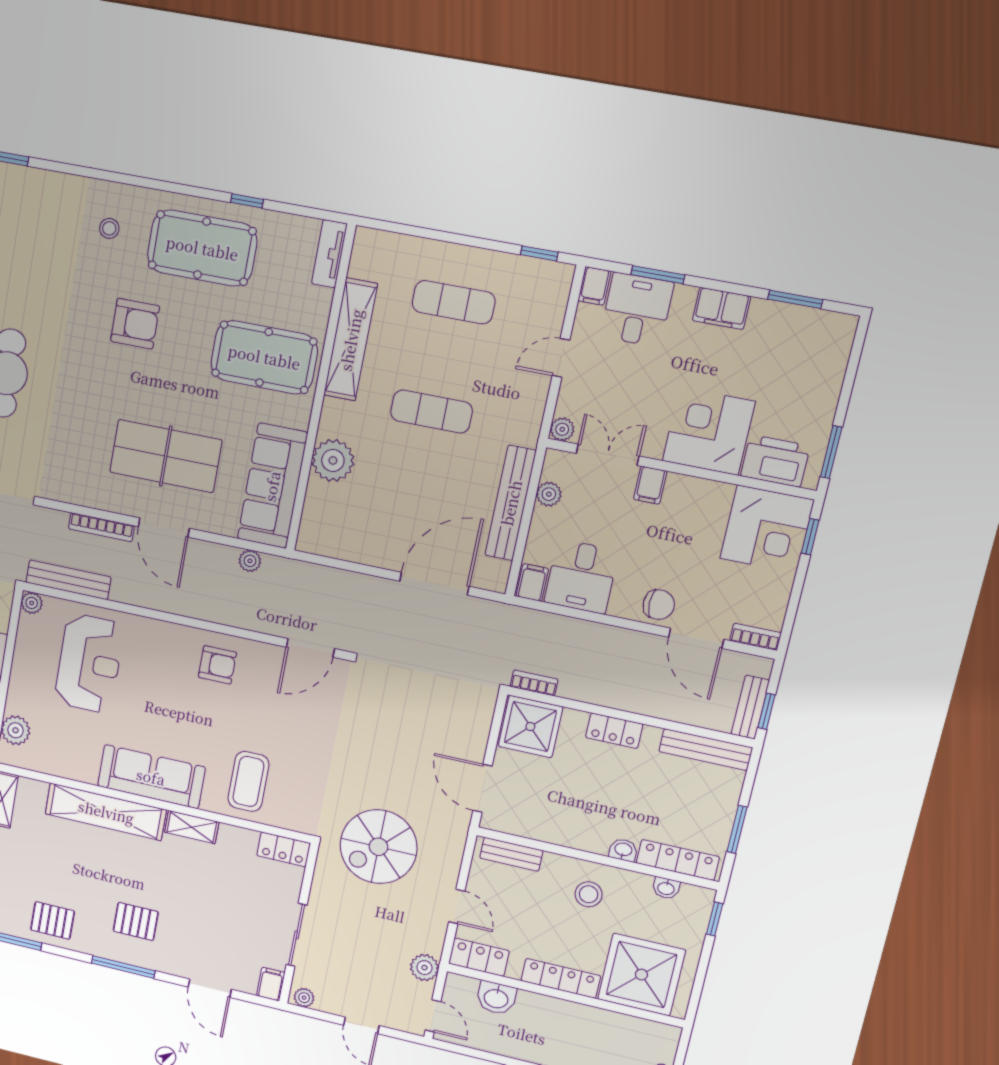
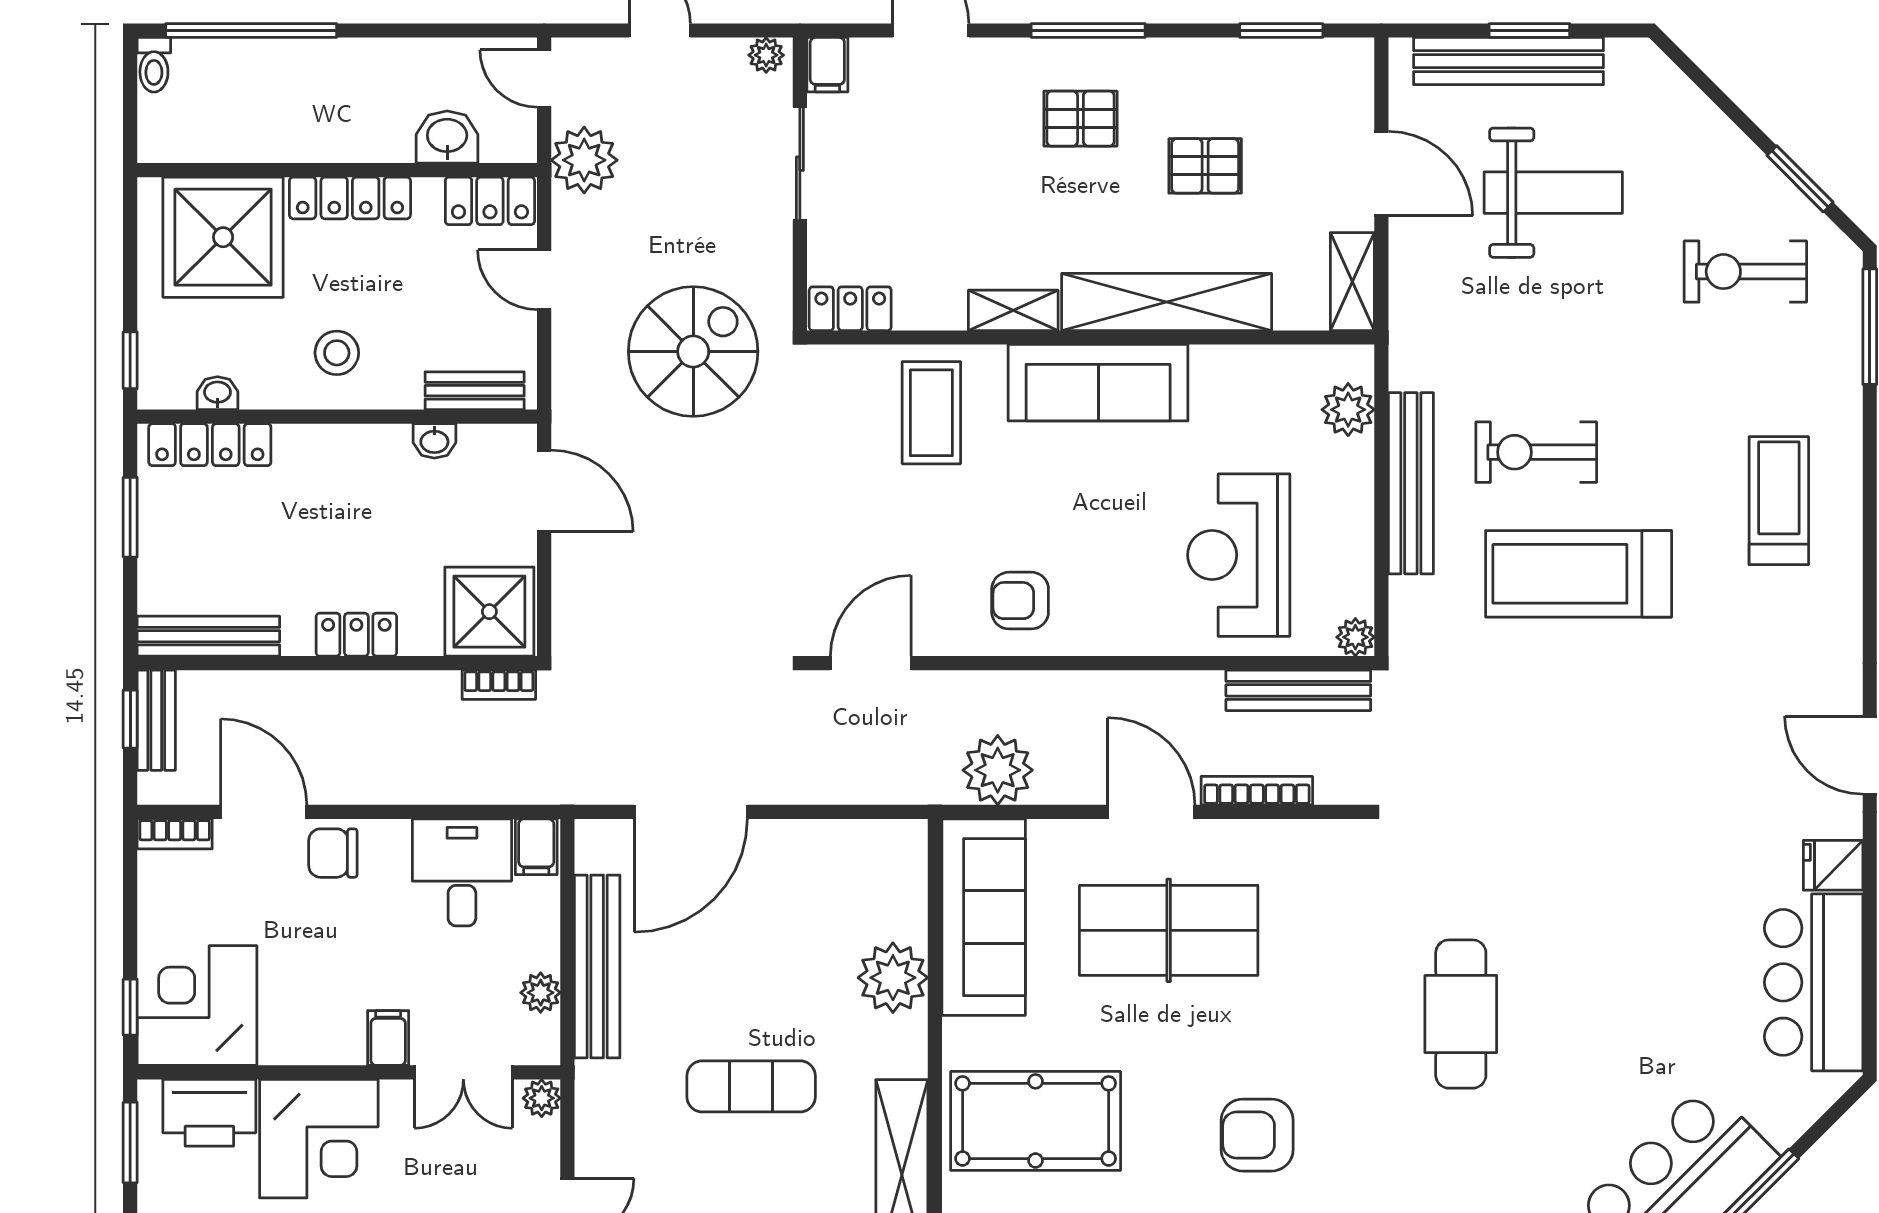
plant: (250, 561) -> (998, 770), width x1.88, depth x1.88
washbasin: (623, 850) -> (434, 441), moved
pallet: (53, 920) -> (1205, 166), moved
plant: (424, 968) -> (584, 160), width x1.36, depth x1.36

